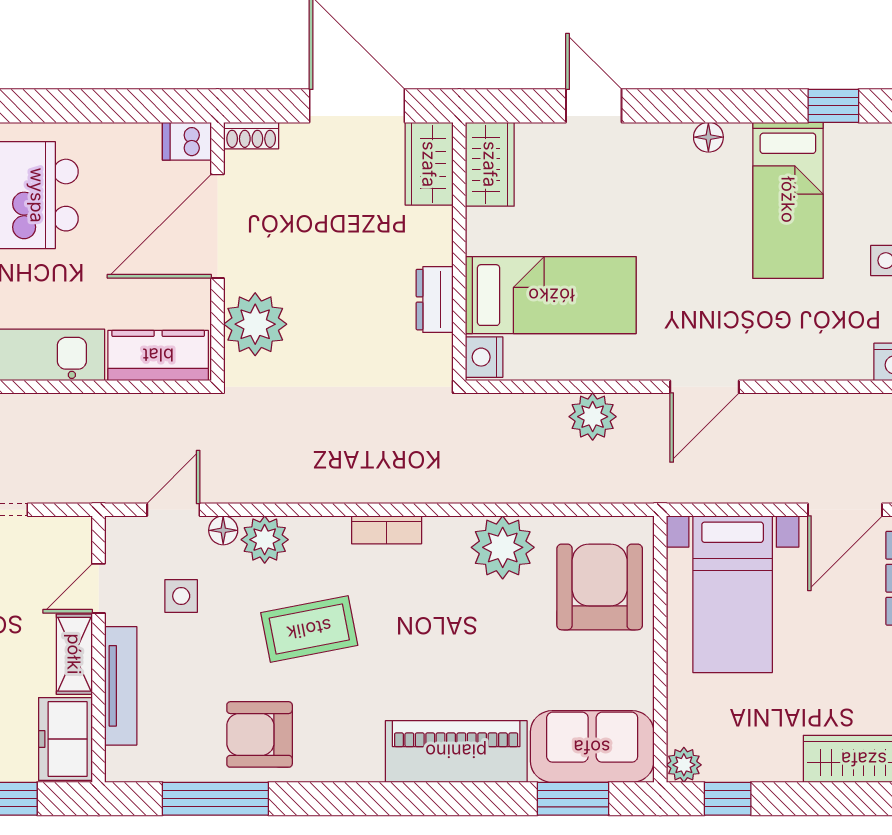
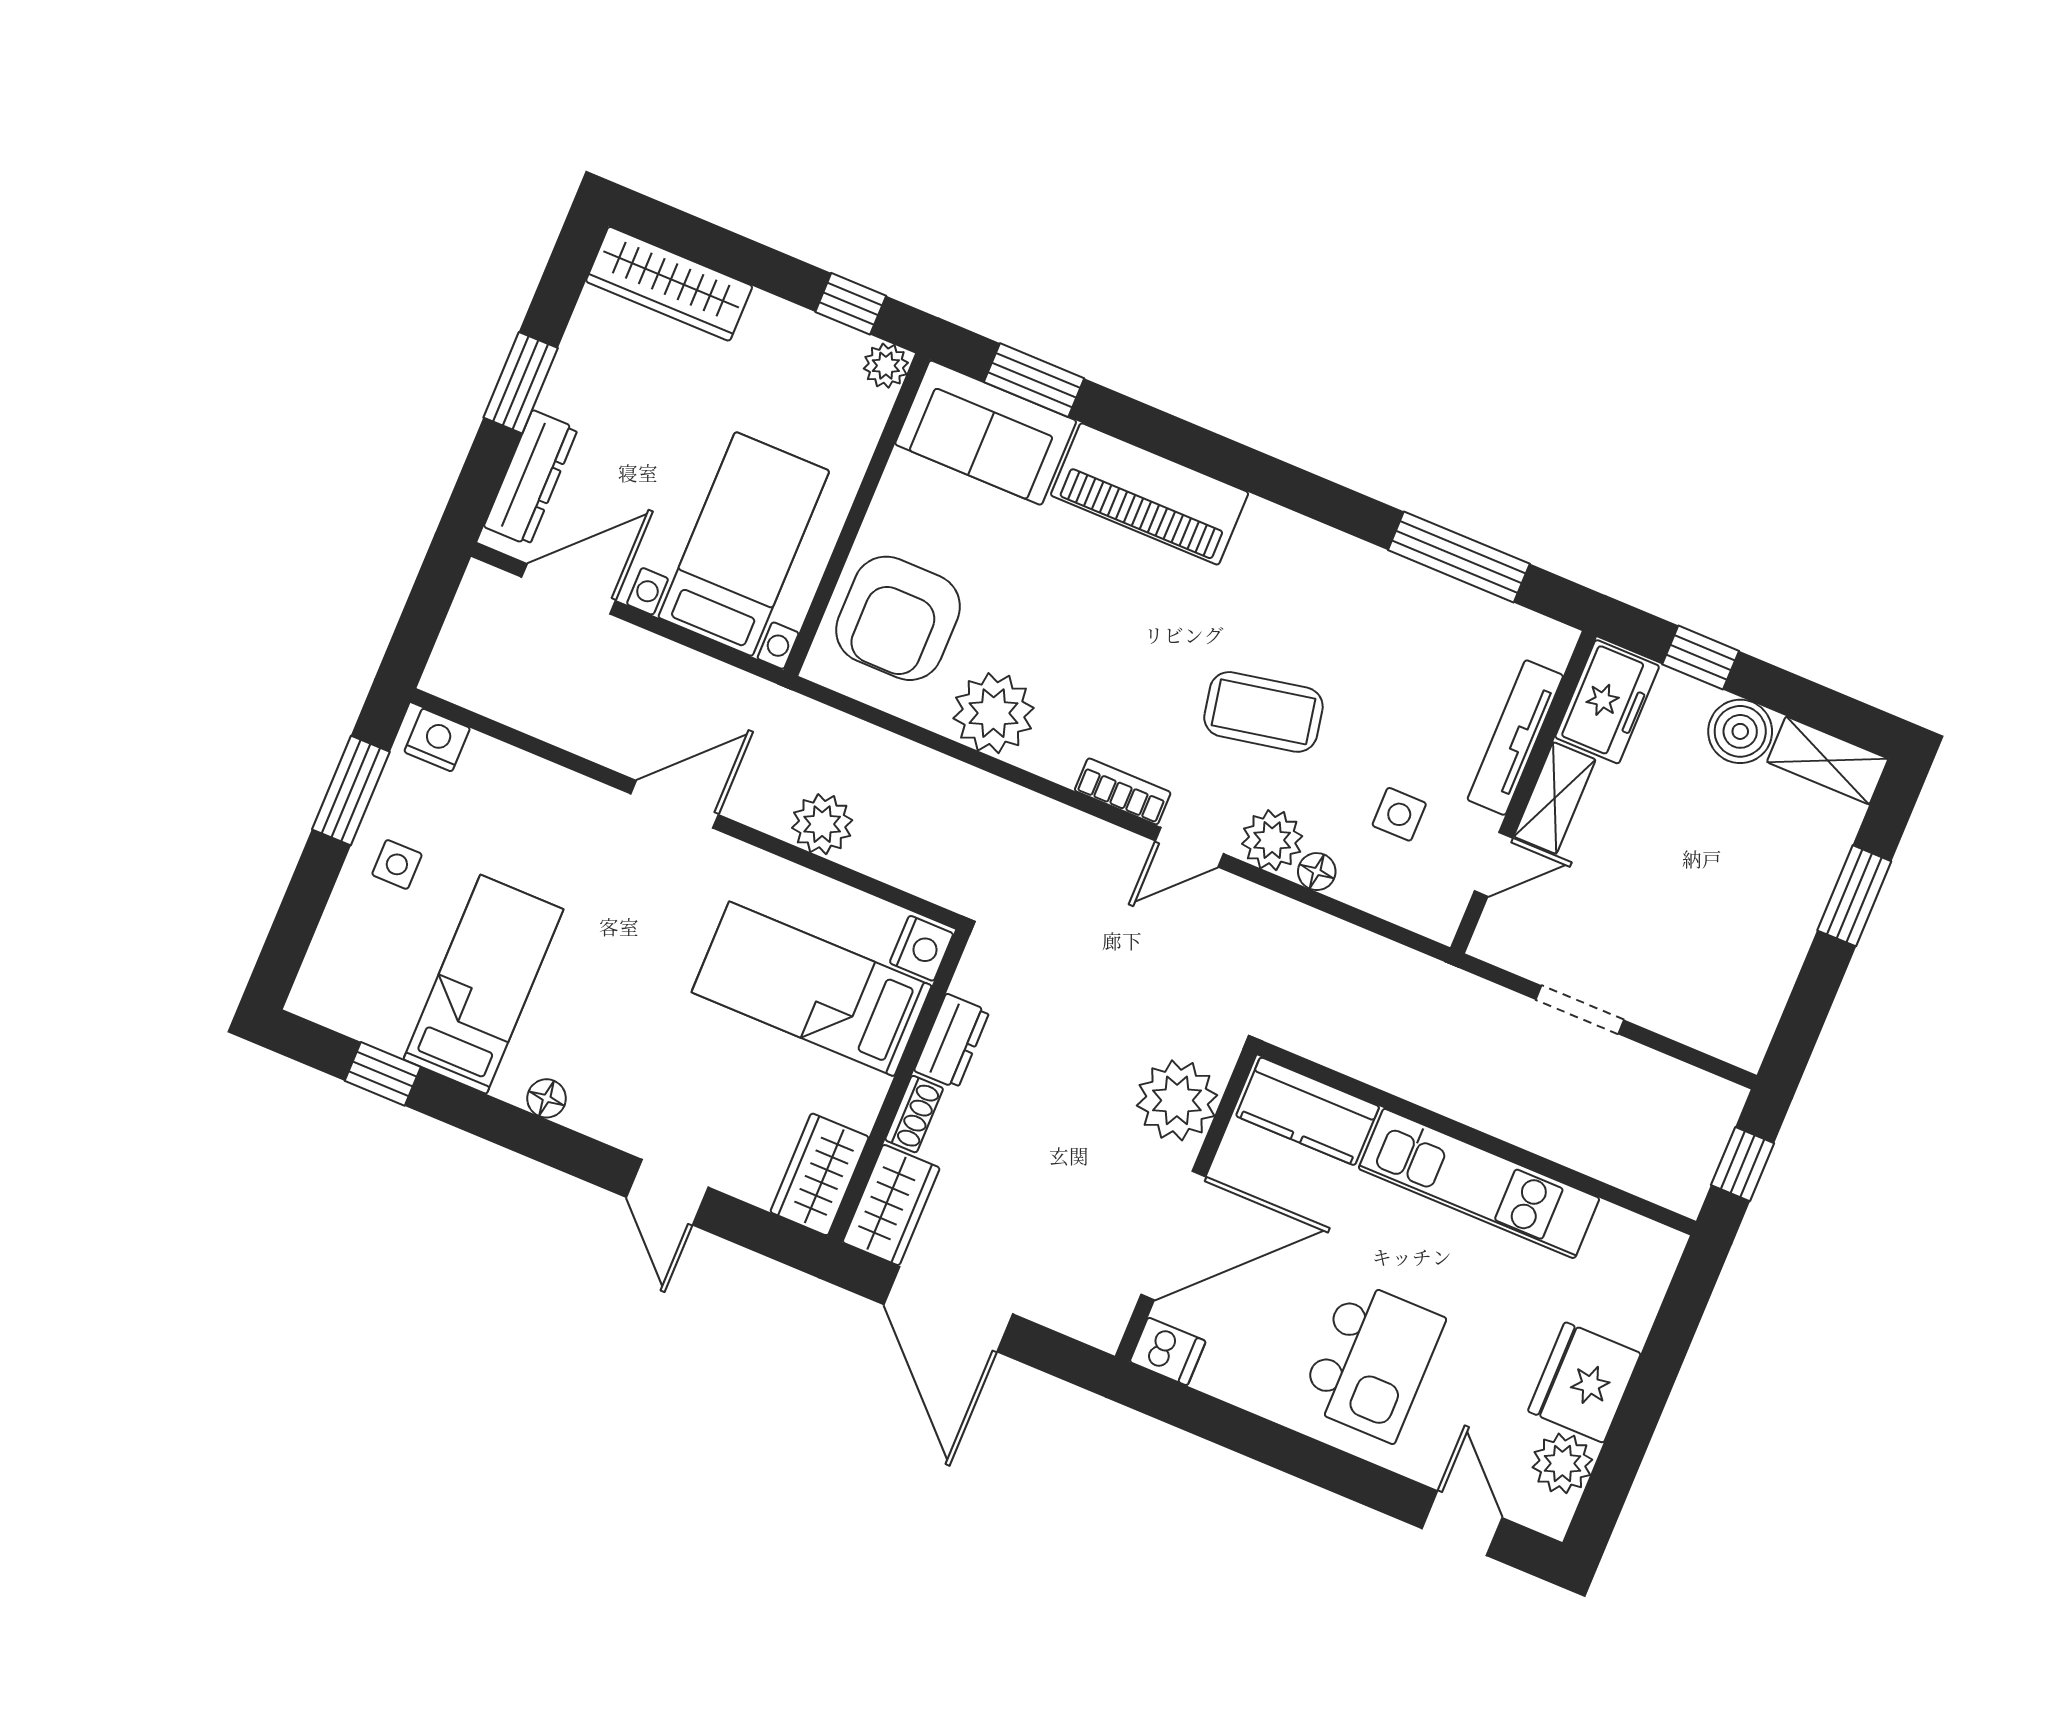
shoe rack: (251, 136) -> (914, 1114), moved, turned 90
door: (173, 510) -> (1189, 847), moved
armchair: (260, 734) -> (1375, 611), removed

